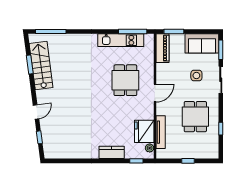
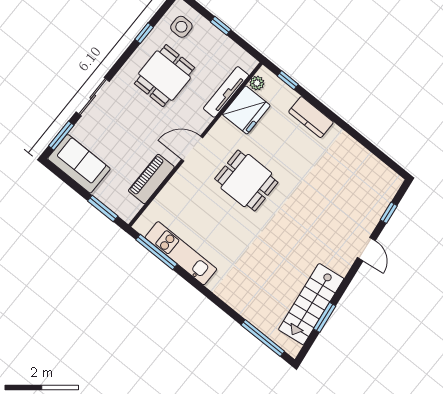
piano: (163, 48) -> (151, 179), moved
side table: (196, 76) -> (181, 27), moved
dining table: (125, 80) -> (246, 181), moved, turned 90
door: (36, 112) -> (366, 249), swing flipped

